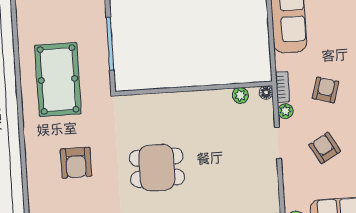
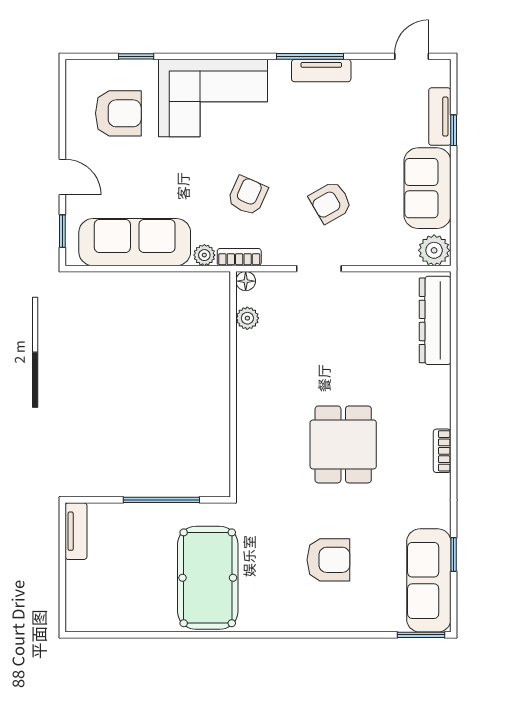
pool table: (58, 79) -> (208, 578), turned 90
armchair: (326, 90) -> (247, 196), turned 98
plant: (285, 111) -> (204, 255), moved

